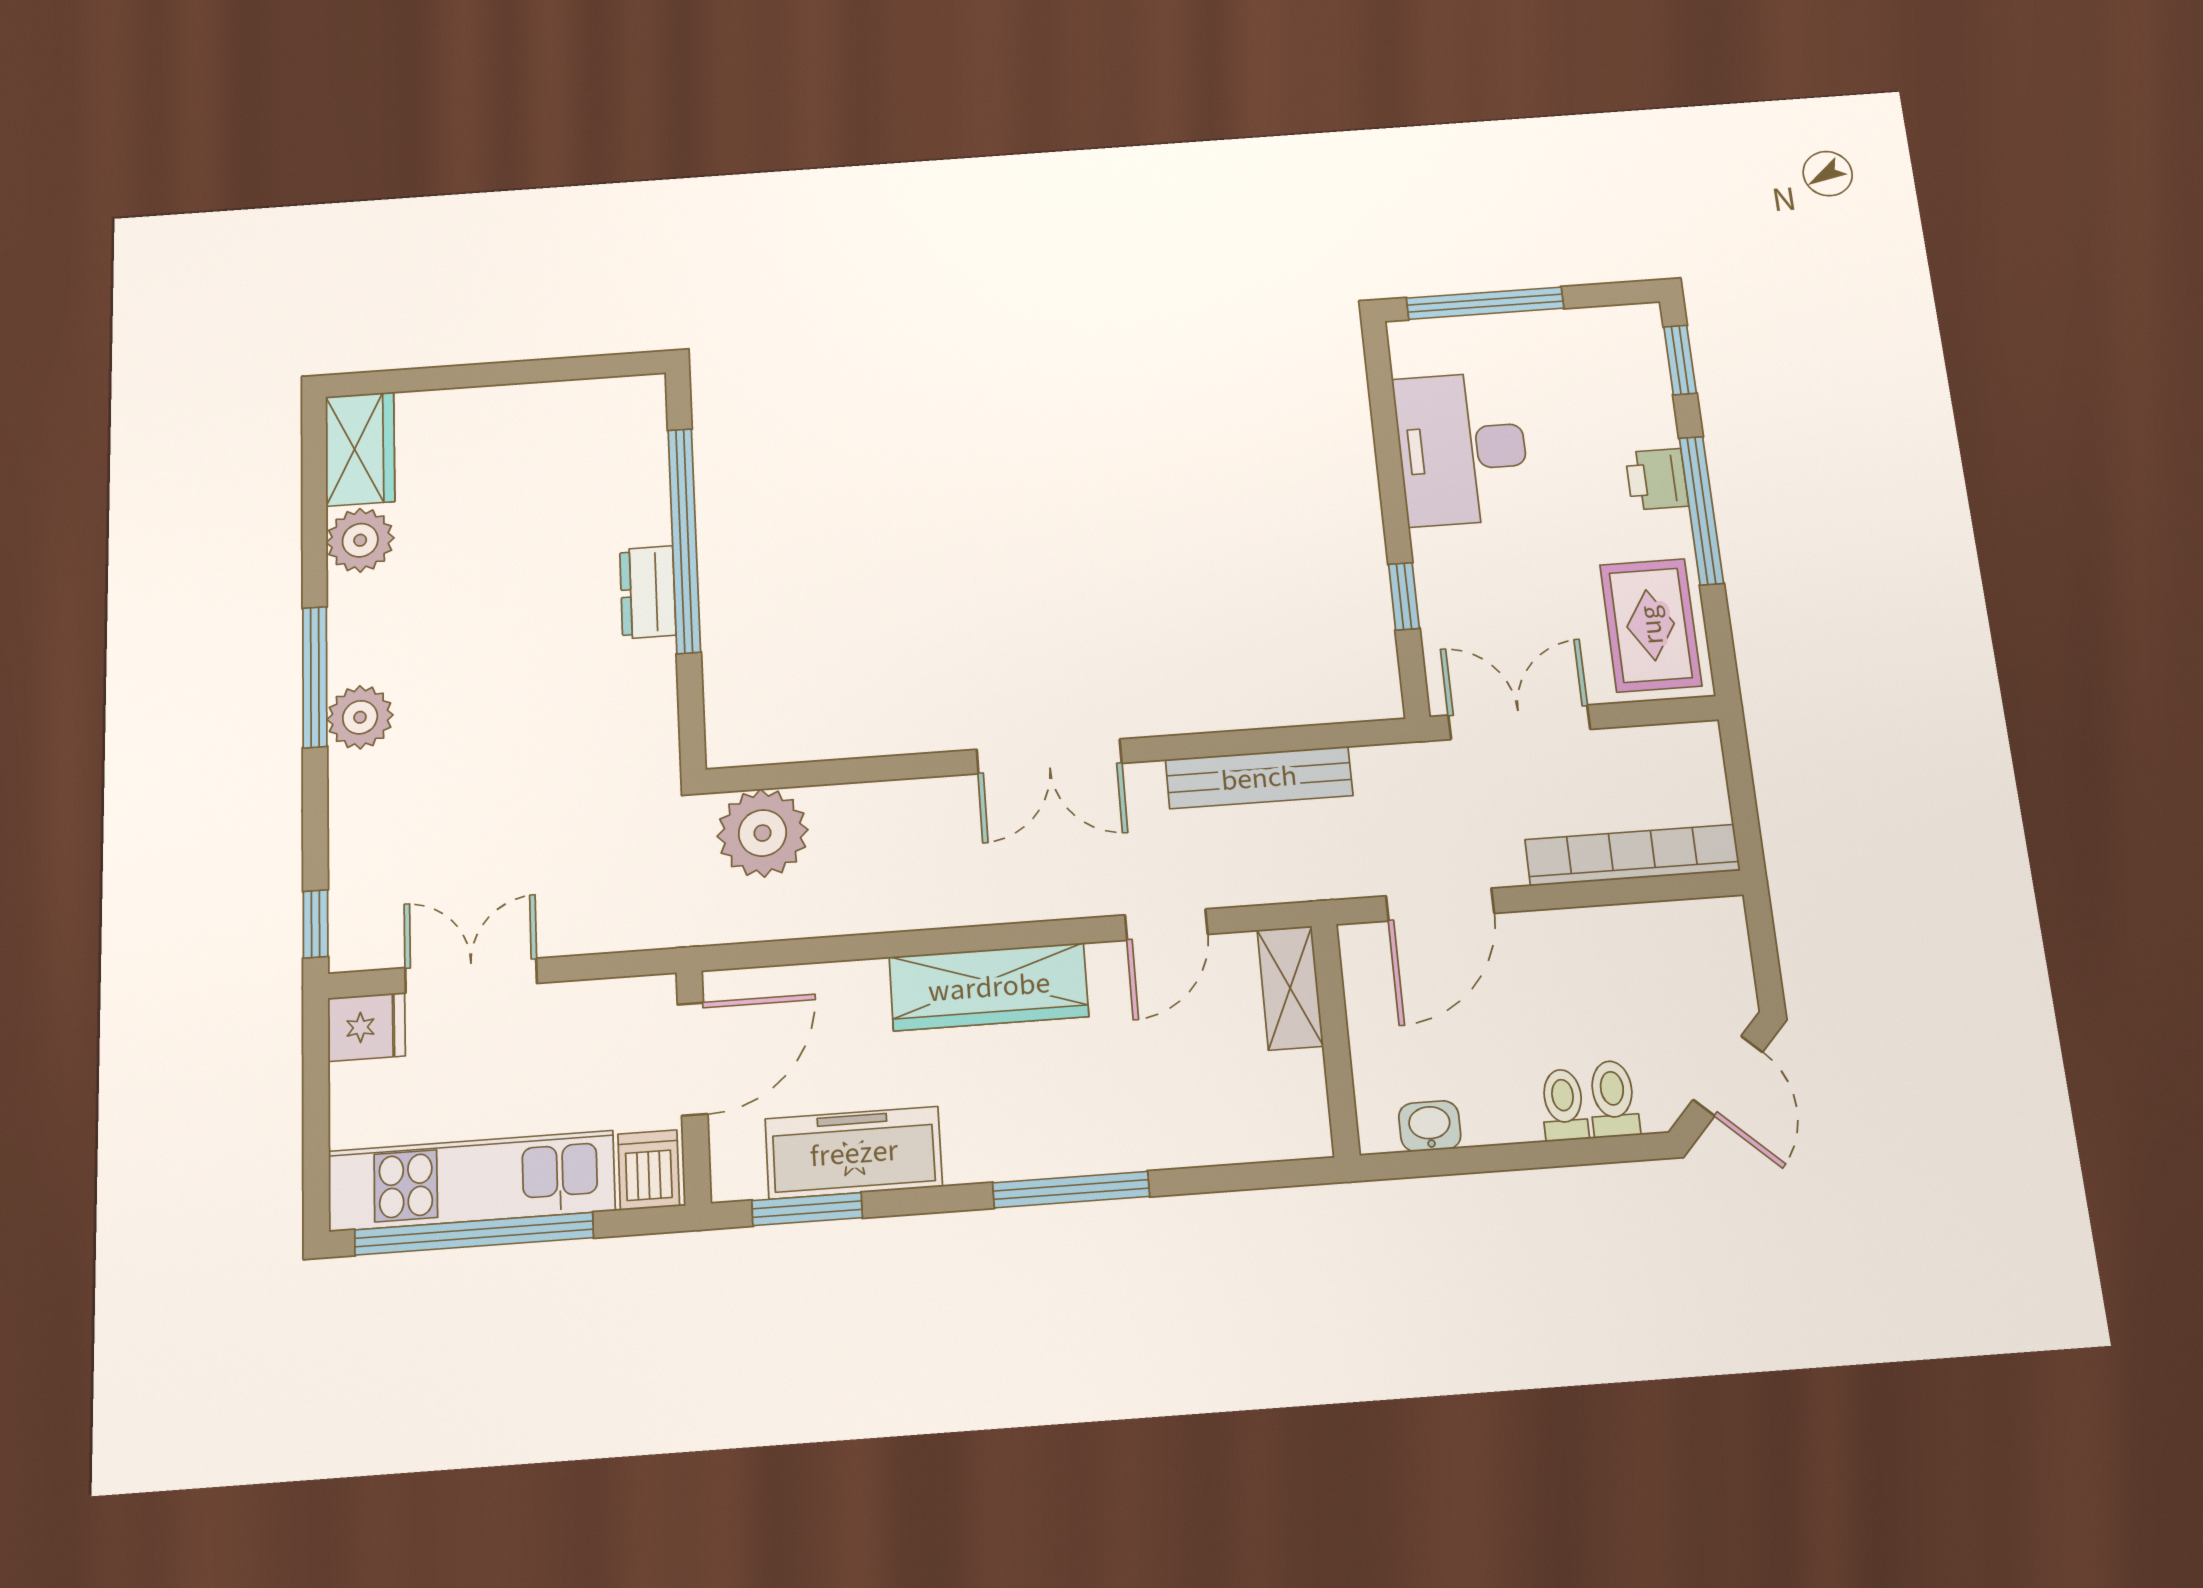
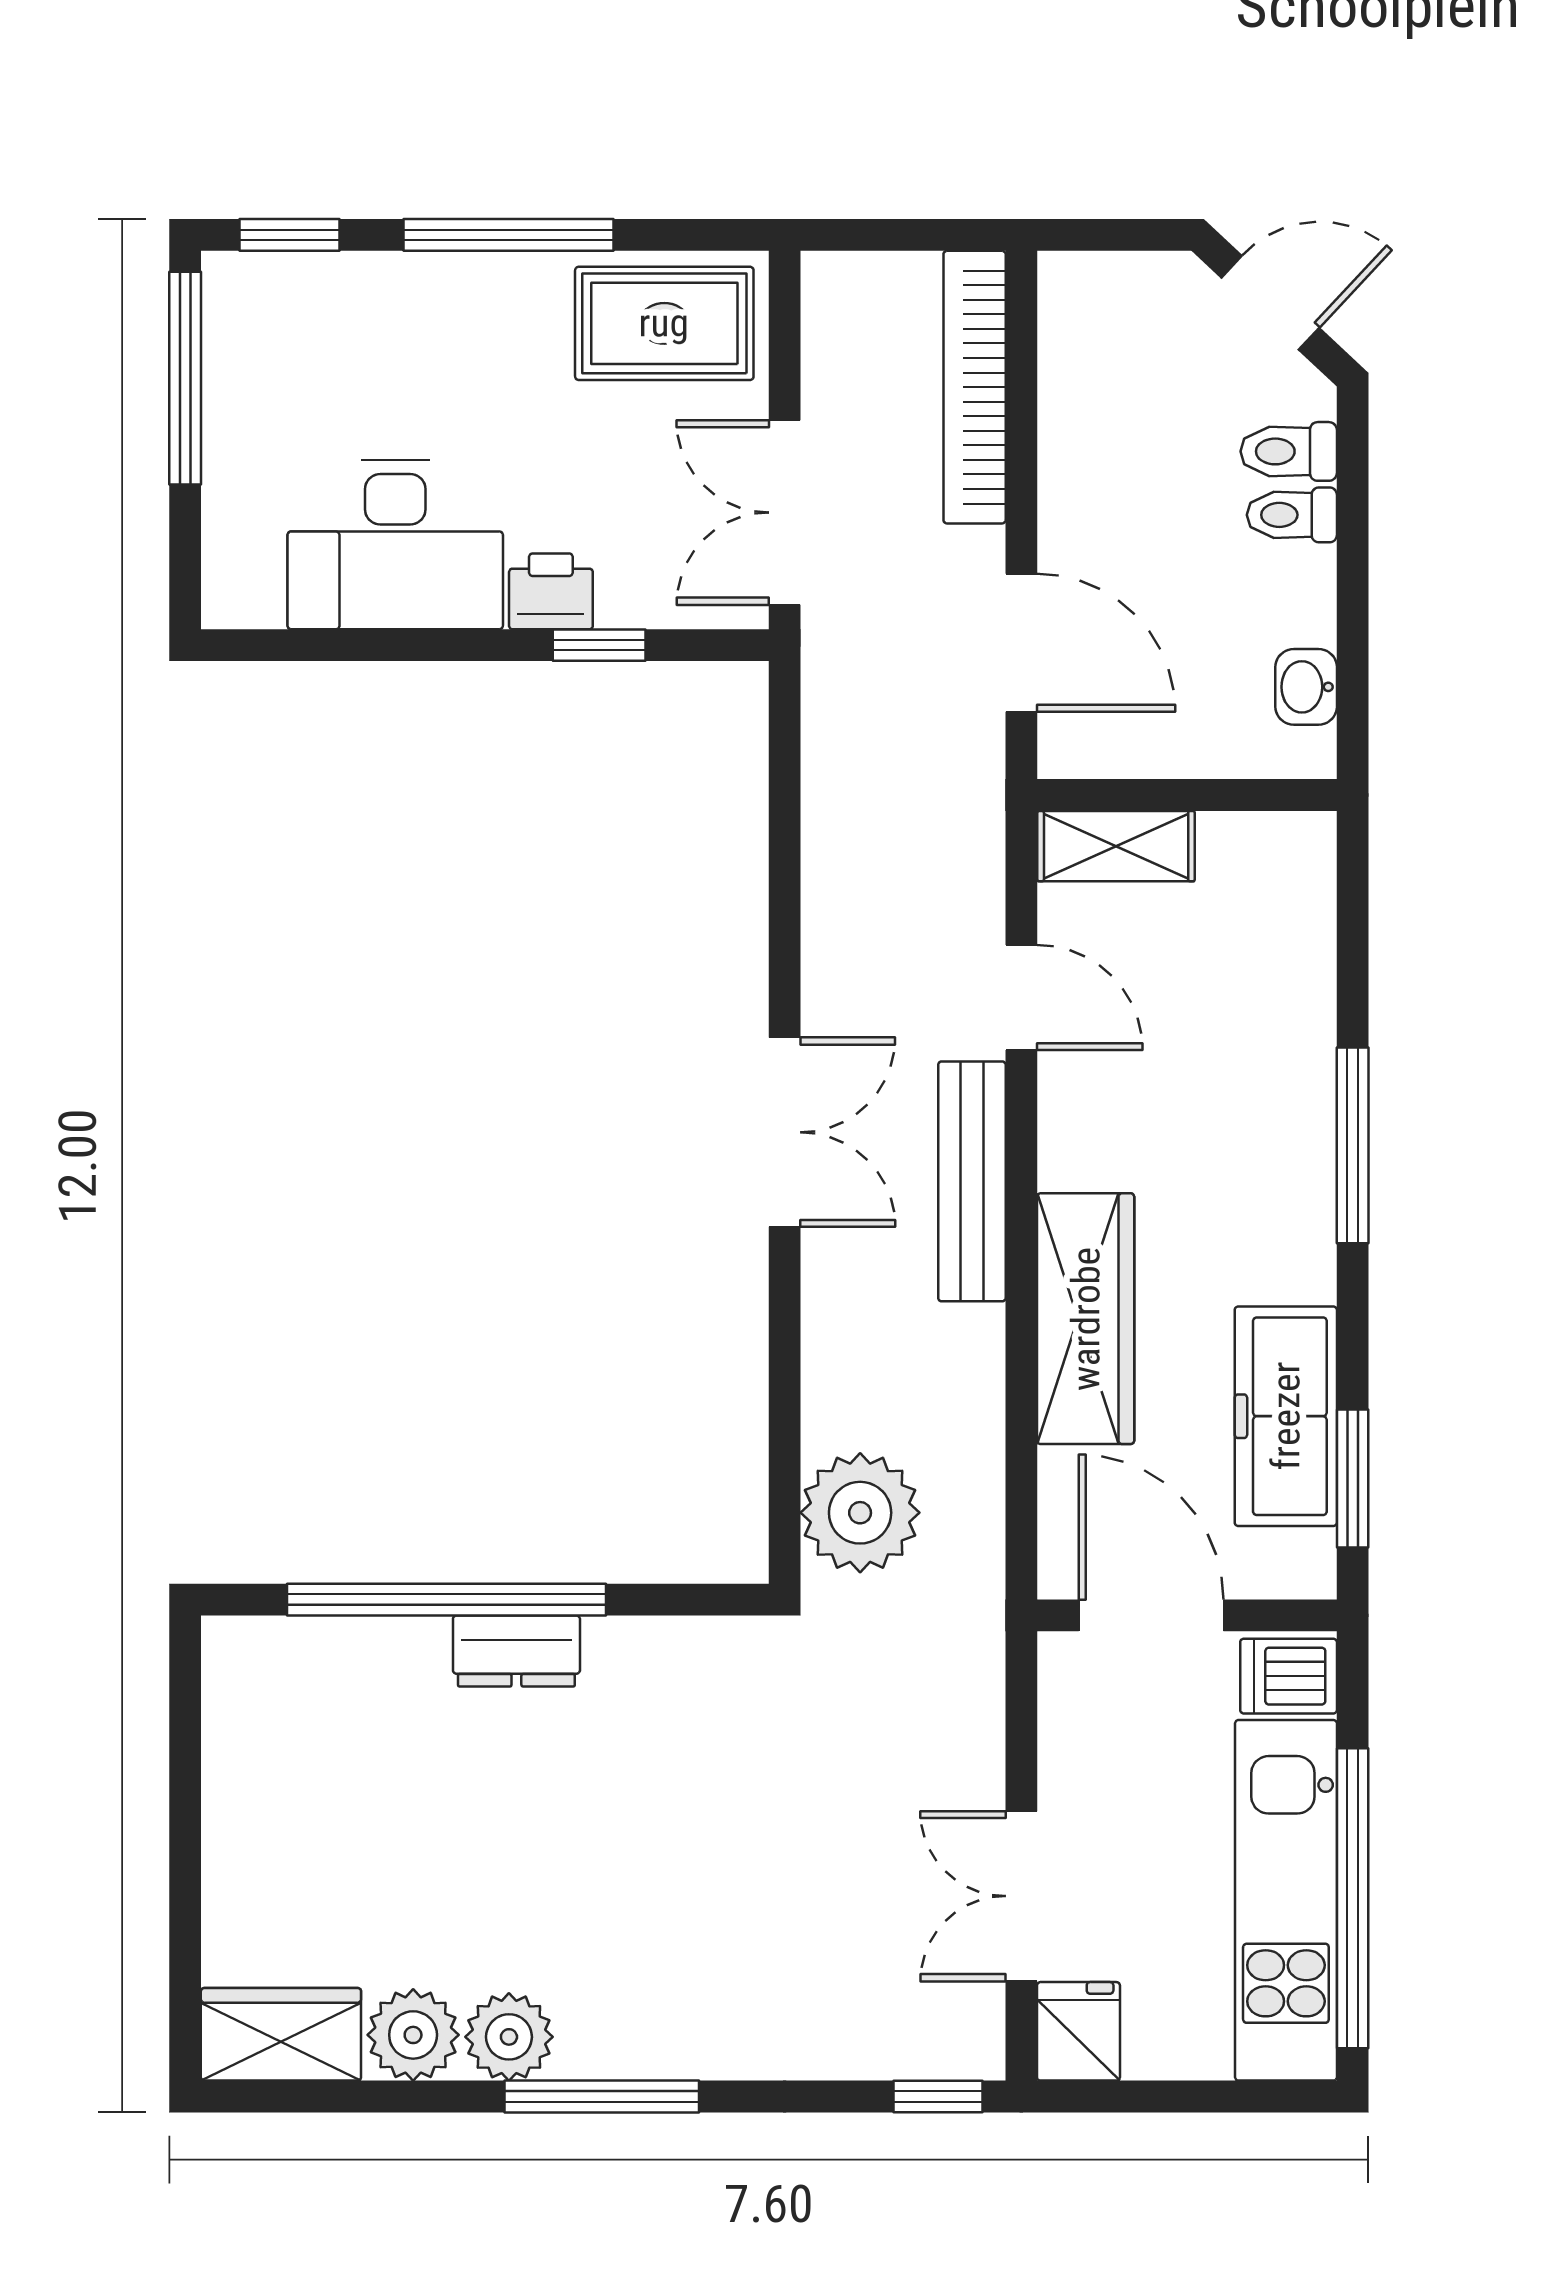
window: (1485, 303) -> (185, 378), moved
printer: (1657, 479) -> (551, 591), moved, turned 180
plant: (360, 717) -> (509, 2037), moved
bench: (1259, 778) -> (972, 1181), moved
wardrobe: (989, 987) -> (1086, 1319), moved

